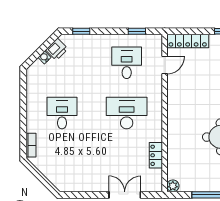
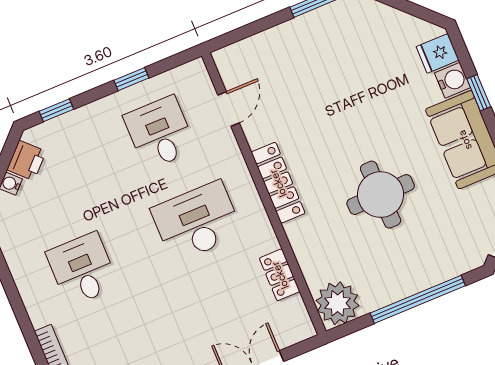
window: (137, 31) -> (131, 79), moved
locker: (188, 41) -> (278, 183), moved, turned -90
plant: (173, 186) -> (338, 303), width x1.87, depth x1.87

